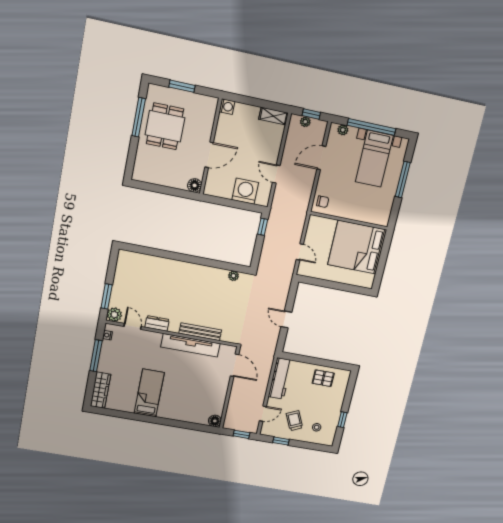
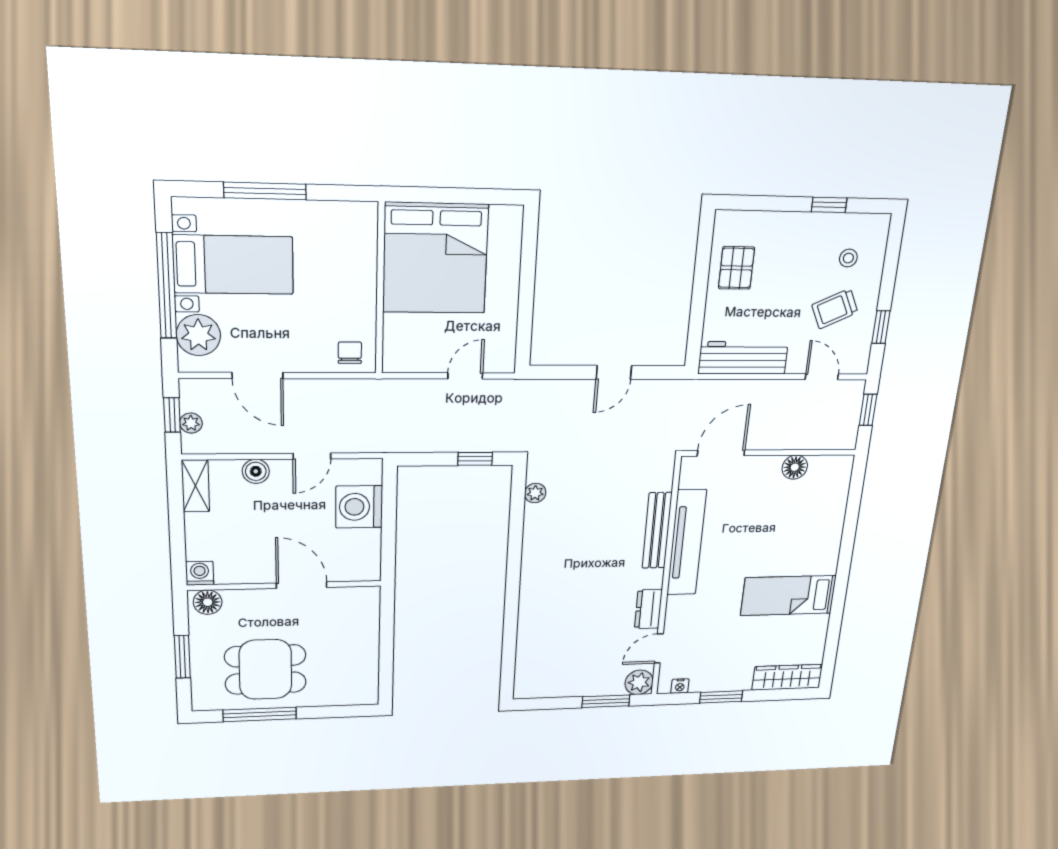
plant: (343, 130) -> (198, 335), width x1.87, depth x1.87
boiler: (274, 146) -> (256, 471), added
floor lamp: (195, 185) -> (208, 602), moved
window: (263, 227) -> (475, 459), moved
window: (96, 356) -> (721, 697), width x0.69
floor lamp: (215, 421) -> (795, 467), moved

